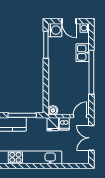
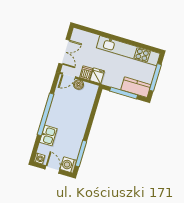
boiler: (53, 110) -> (79, 85), moved

